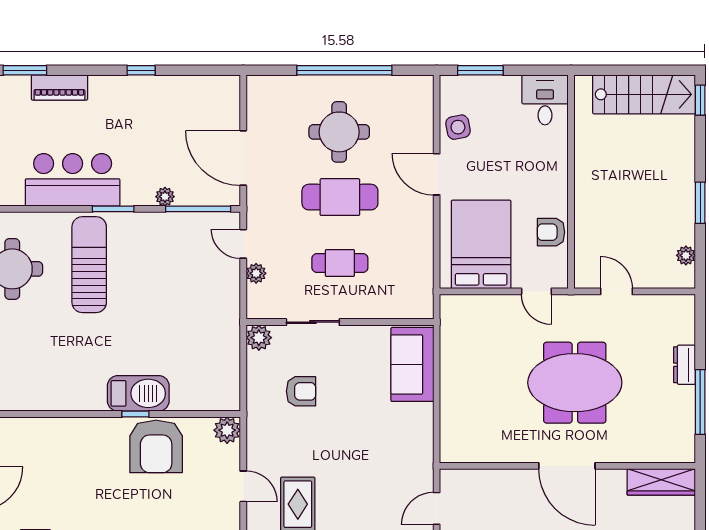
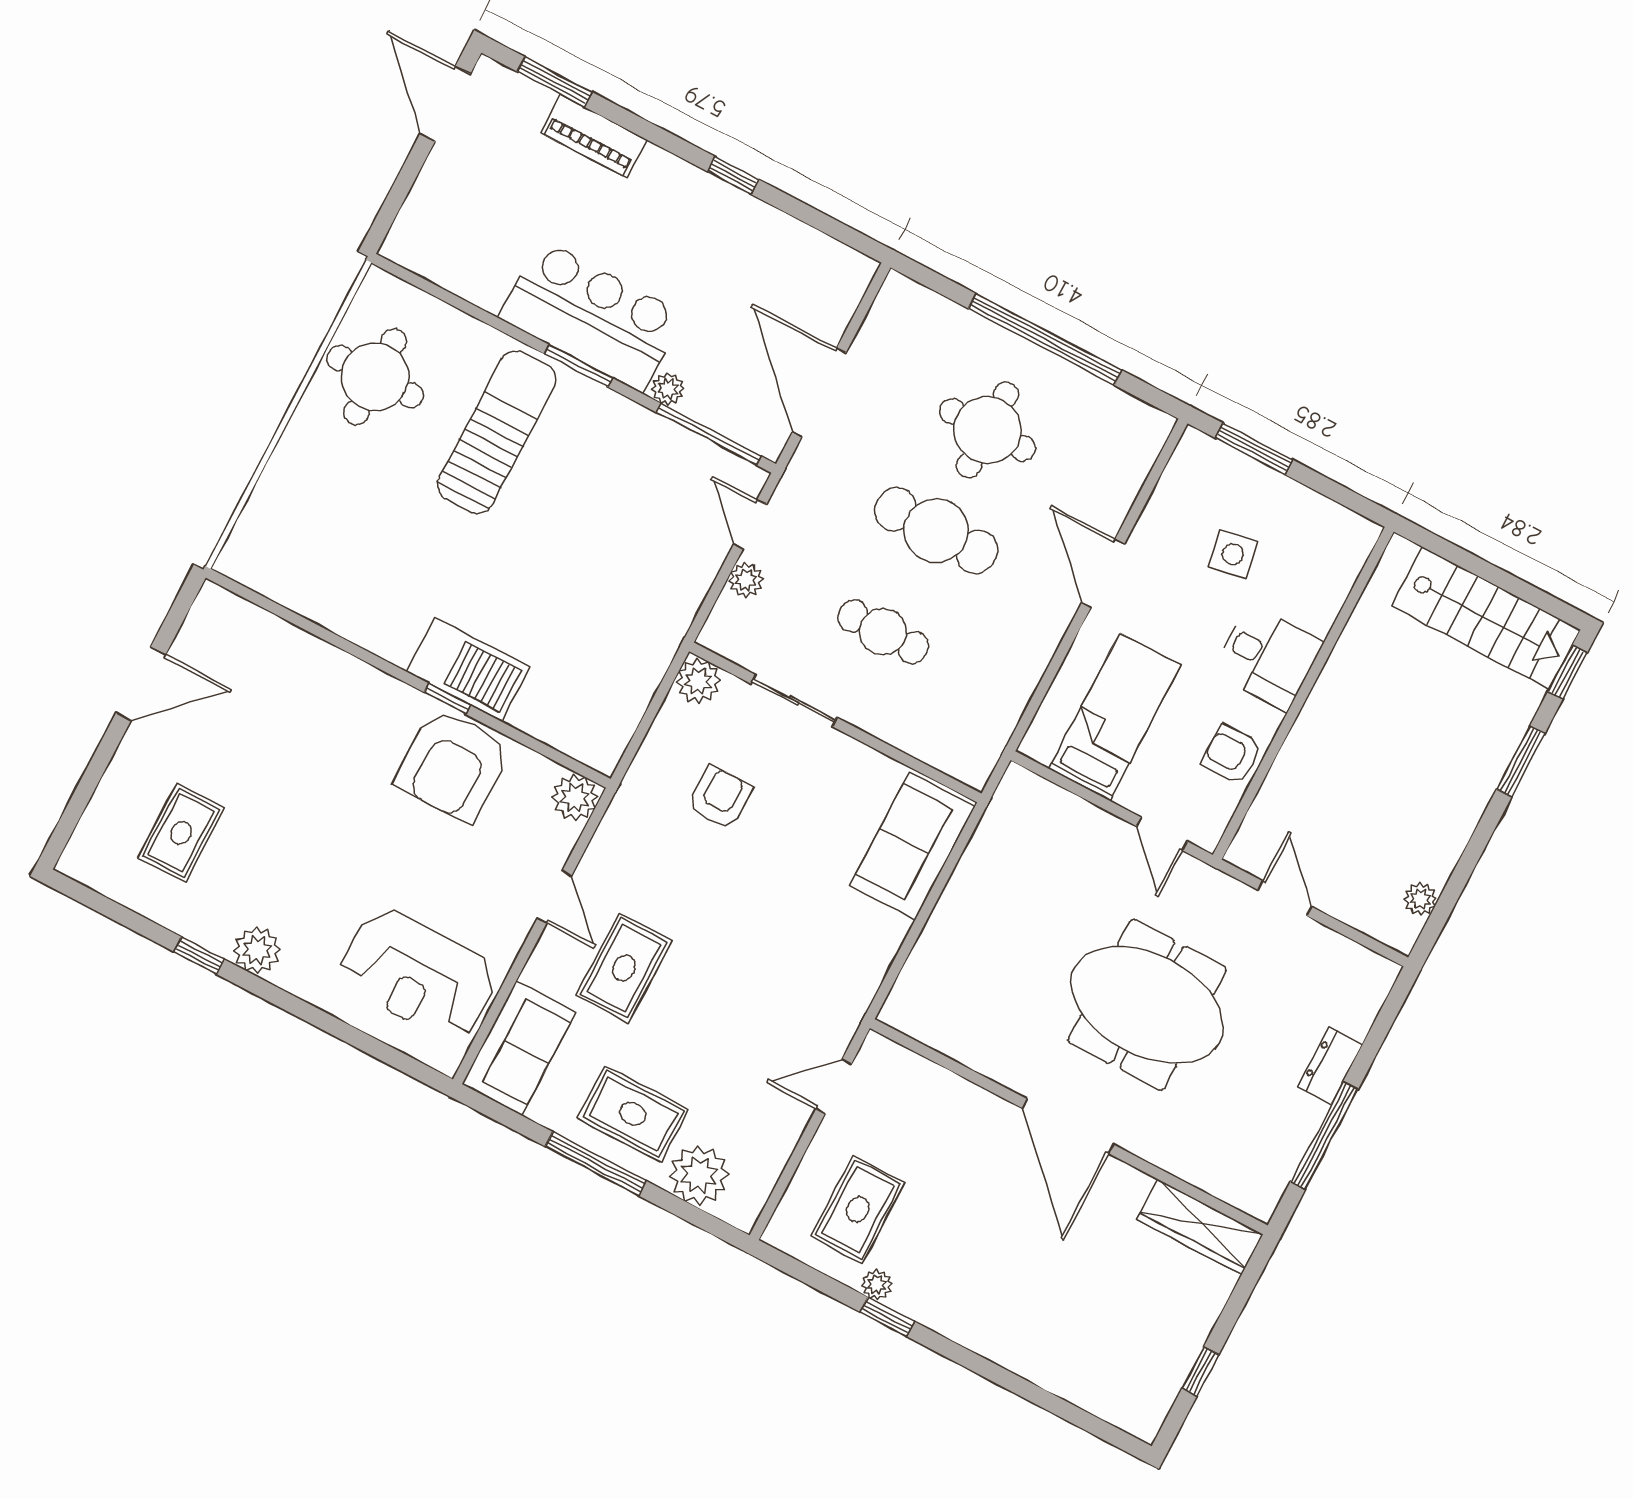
desk: (545, 100) -> (1268, 657), moved, turned 90
side table: (458, 127) -> (1233, 554), moved
bar counter: (73, 180) -> (591, 316), moved
window: (700, 203) -> (1521, 761), moved
bed: (481, 244) -> (1115, 717), width x0.67
armchair: (301, 391) -> (720, 798), turned -90

